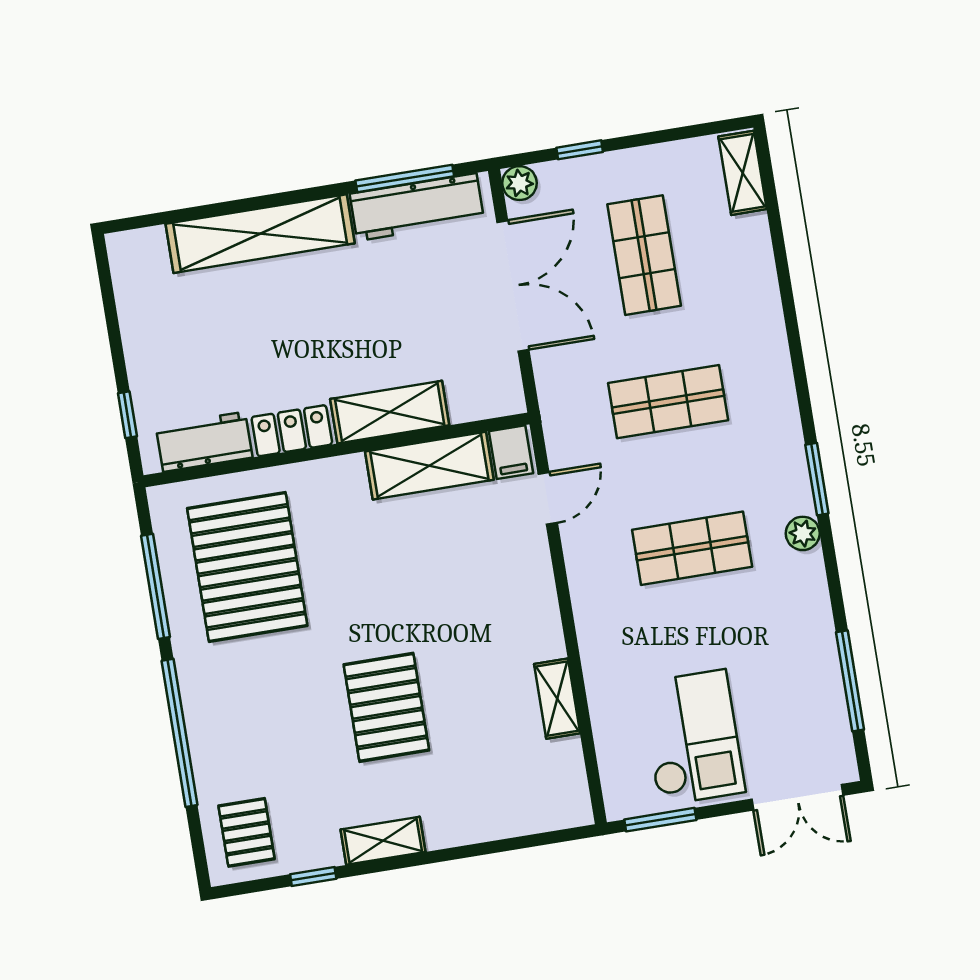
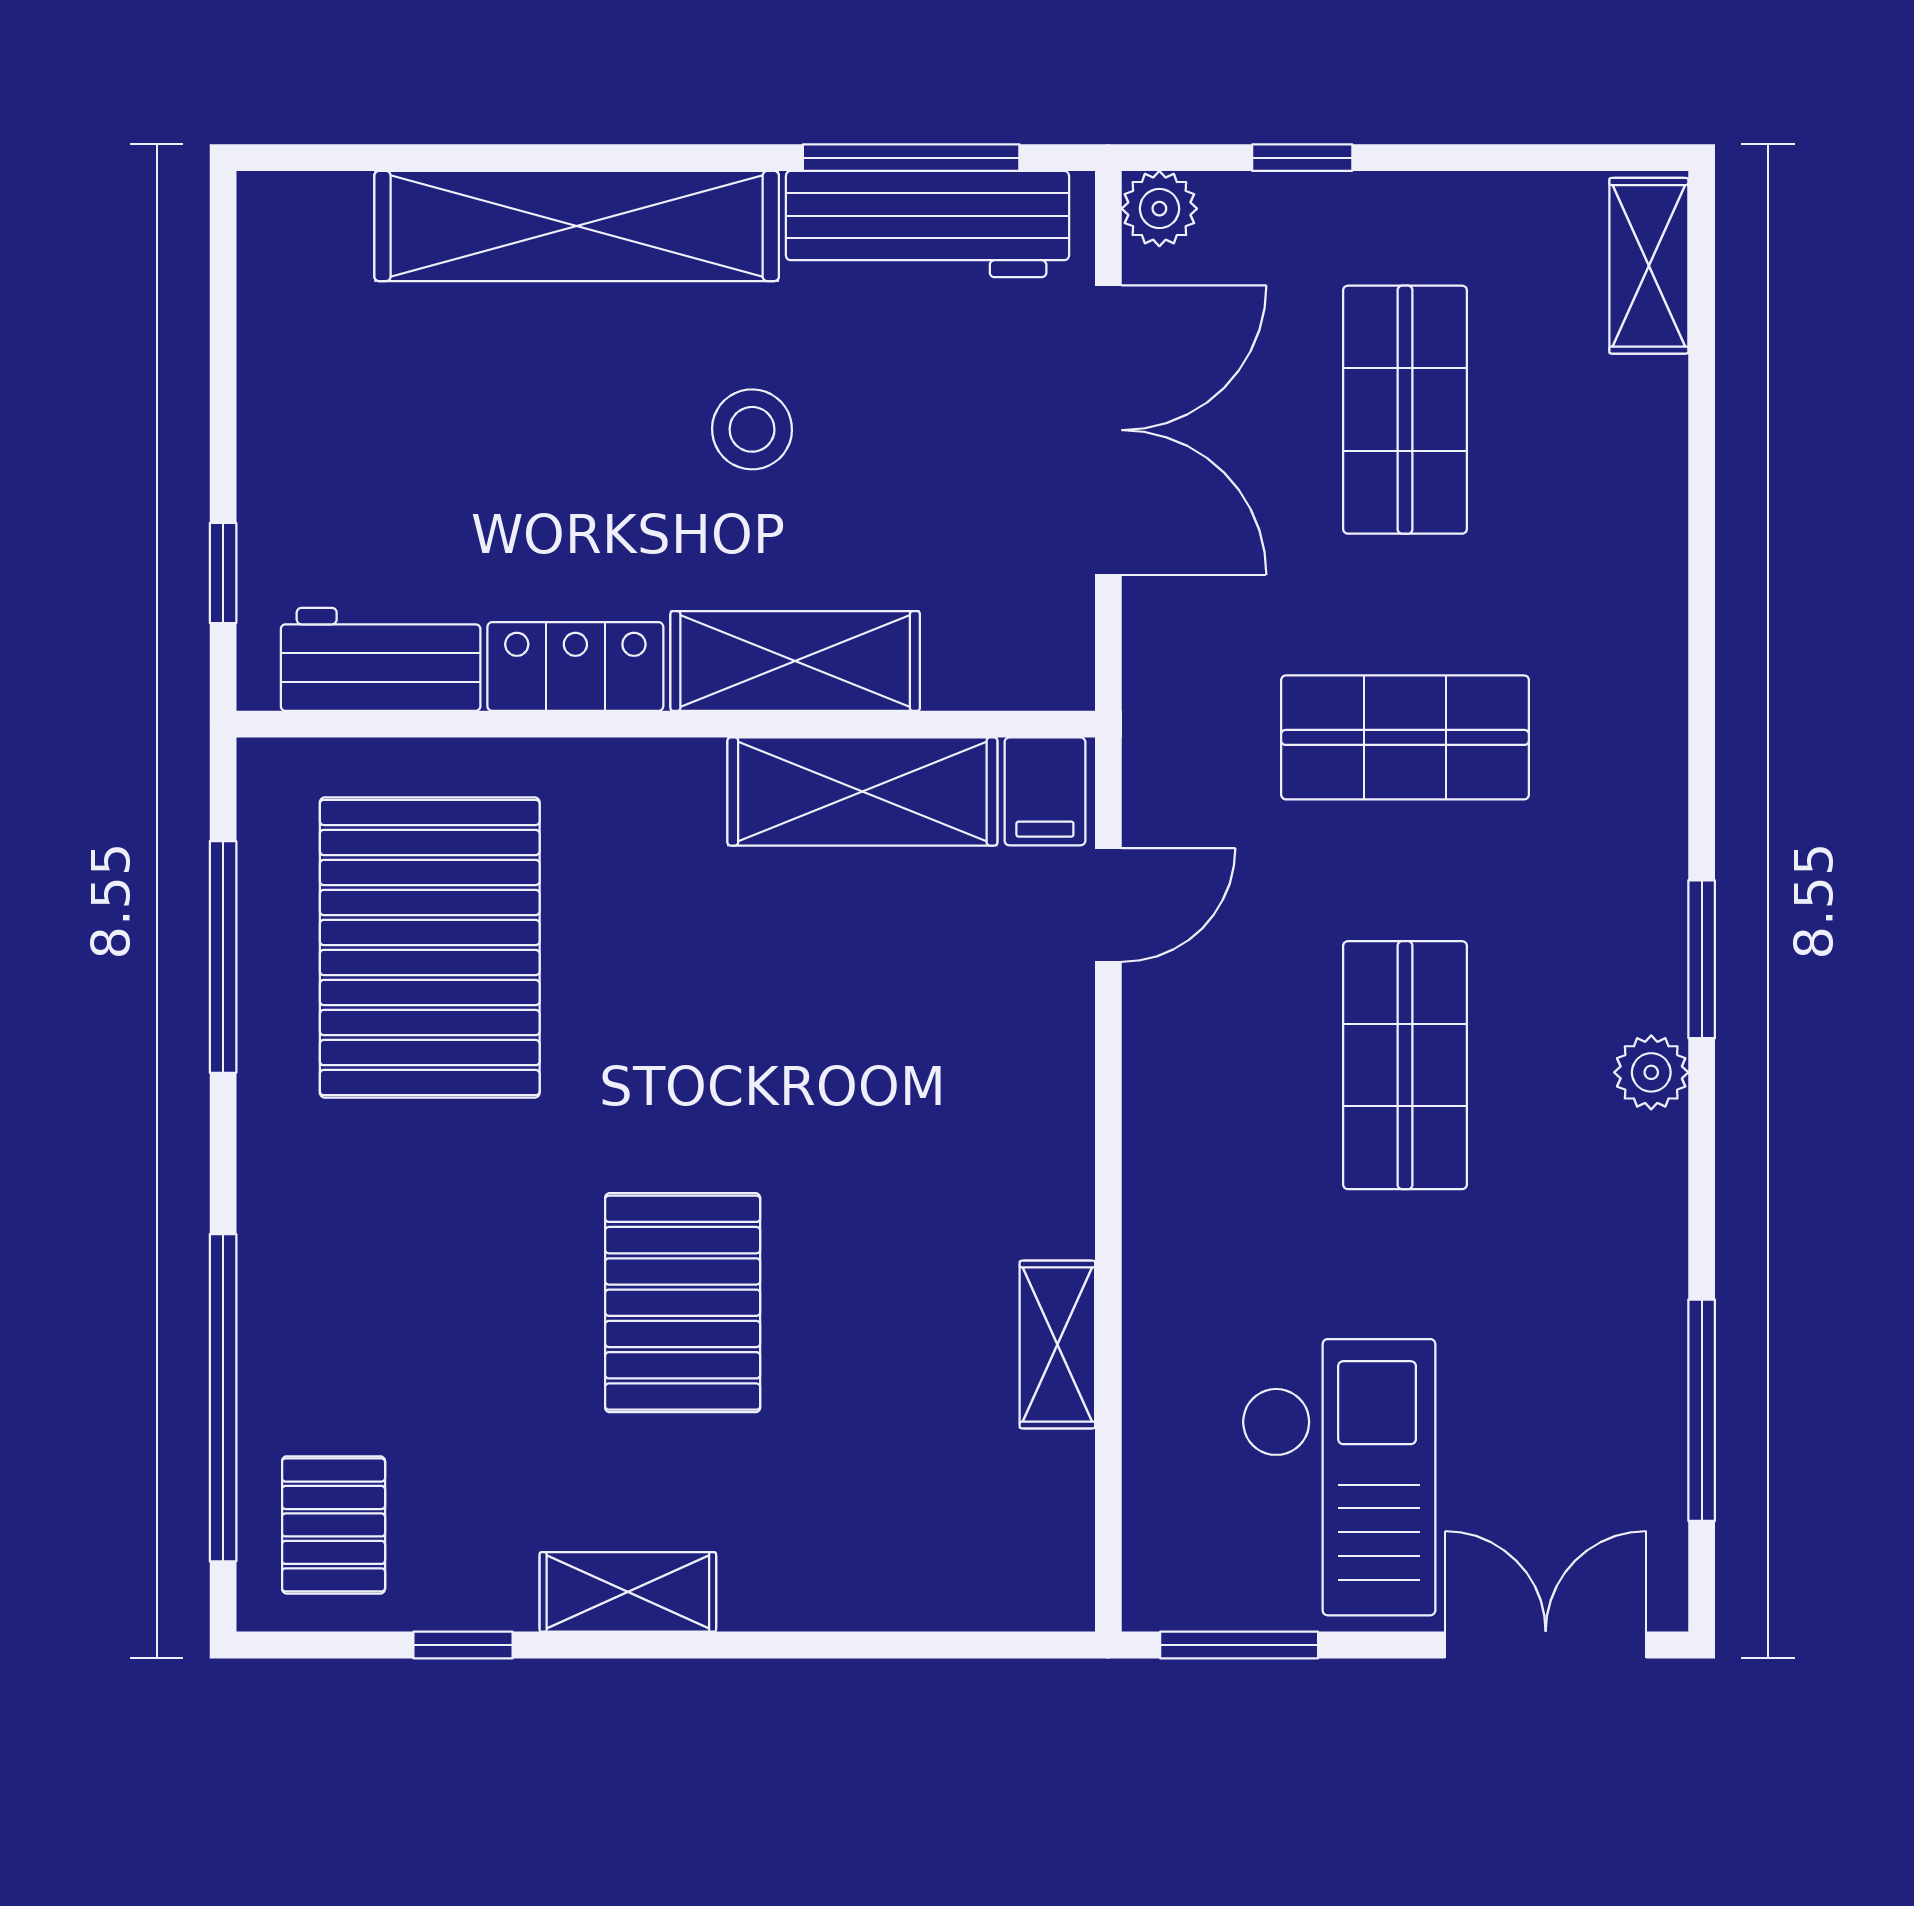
stool: (353, 312) -> (752, 429), added
shop shelf: (692, 548) -> (1405, 1065), turned 90
window: (180, 733) -> (223, 1398), moved
double door: (797, 797) -> (1546, 1645), swing flipped

